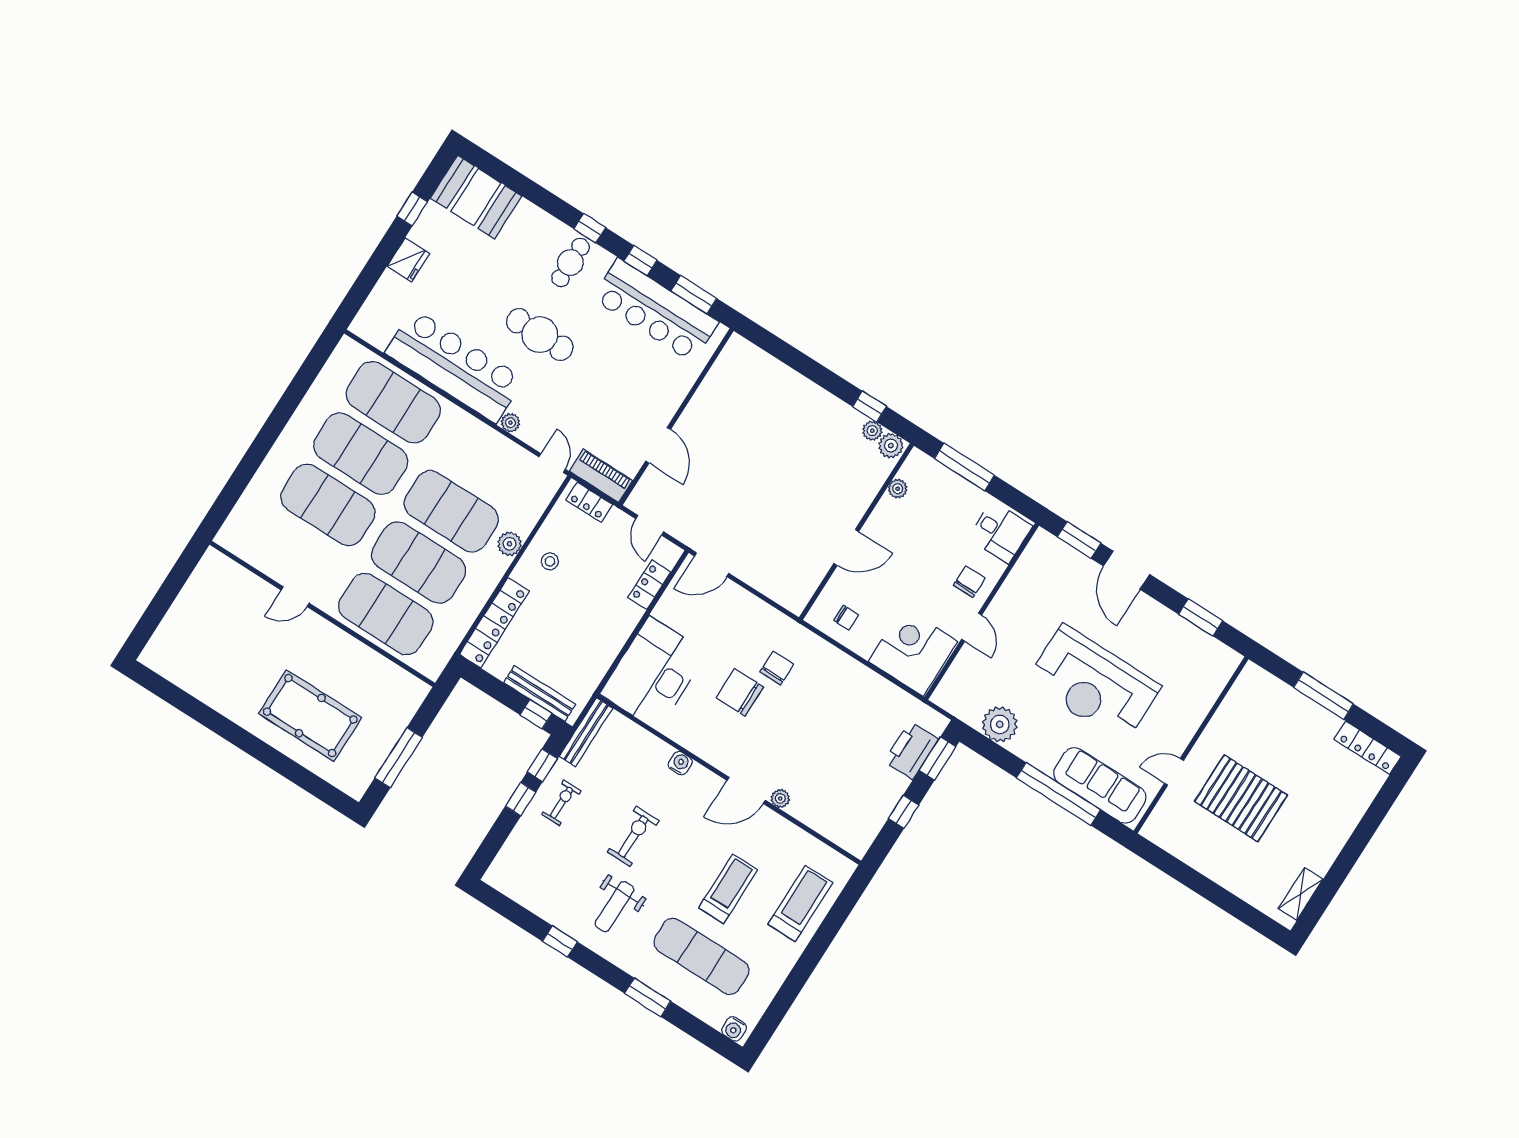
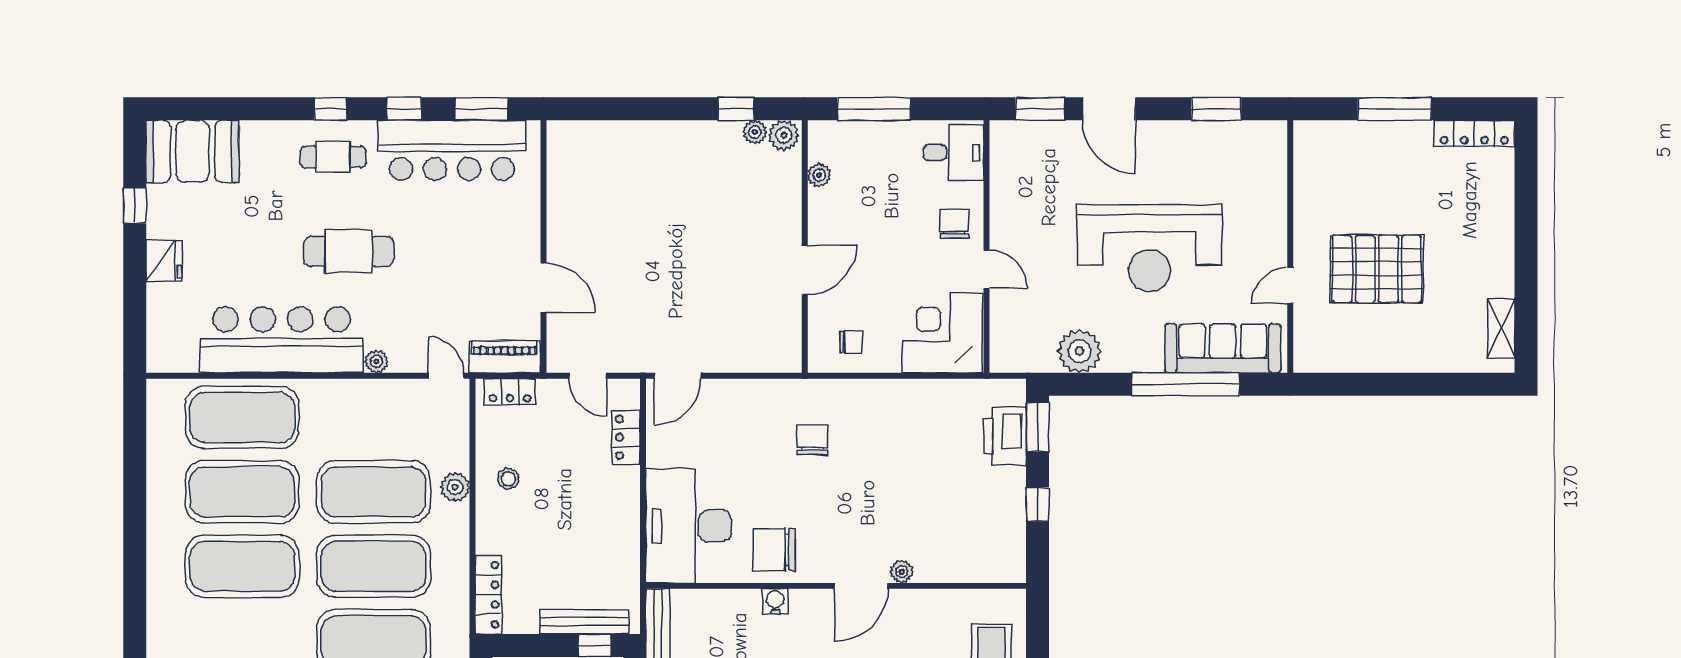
cafe table: (570, 263) -> (333, 157), turned 90
locker: (494, 623) -> (488, 595), width x0.71, depth x0.83
chair: (740, 692) -> (774, 550), moved

